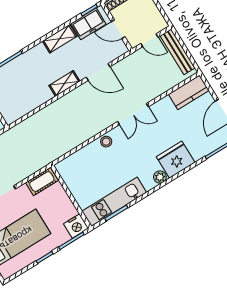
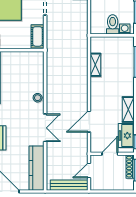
shelving: (64, 83) -> (95, 65), moved
kitchen counter: (189, 92) -> (36, 168), width x1.50
double door: (133, 114) -> (45, 128), swing flipped

